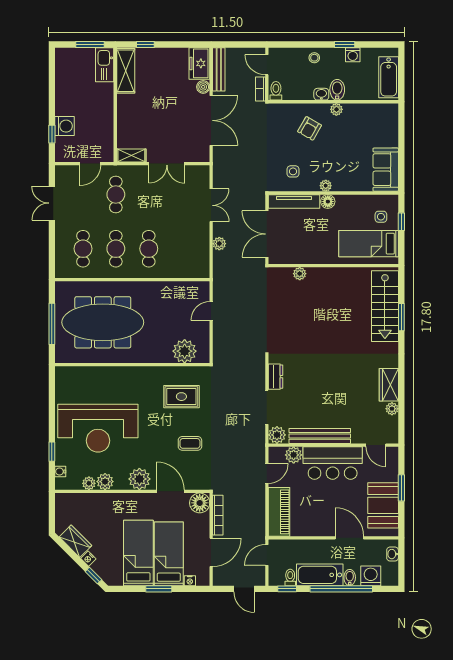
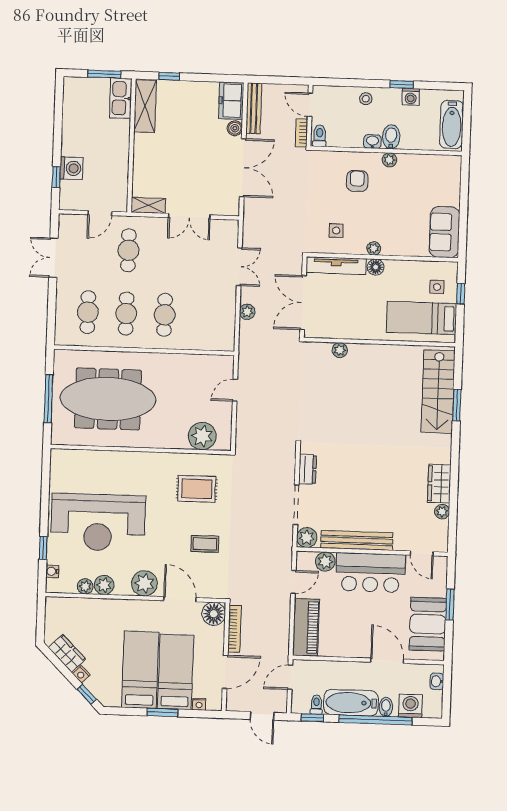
armchair: (310, 128) -> (357, 181), turned 150

